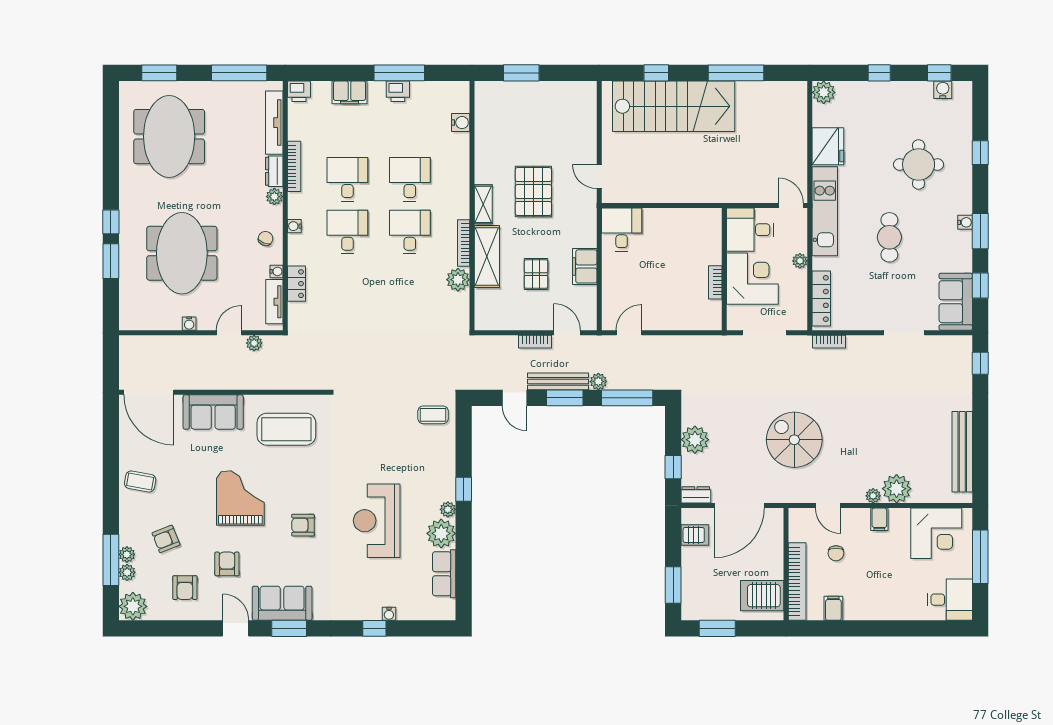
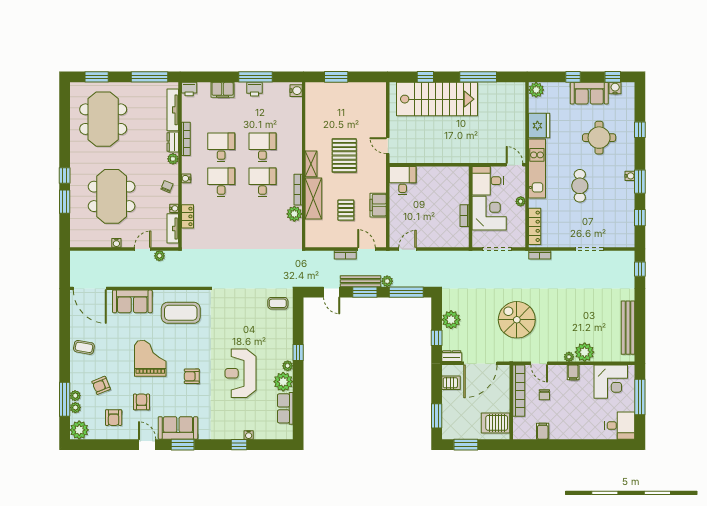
water cooler: (461, 123) -> (296, 91), moved
sofa: (956, 302) -> (589, 93), moved, turned -90
bookcase: (797, 582) -> (519, 391), moved

